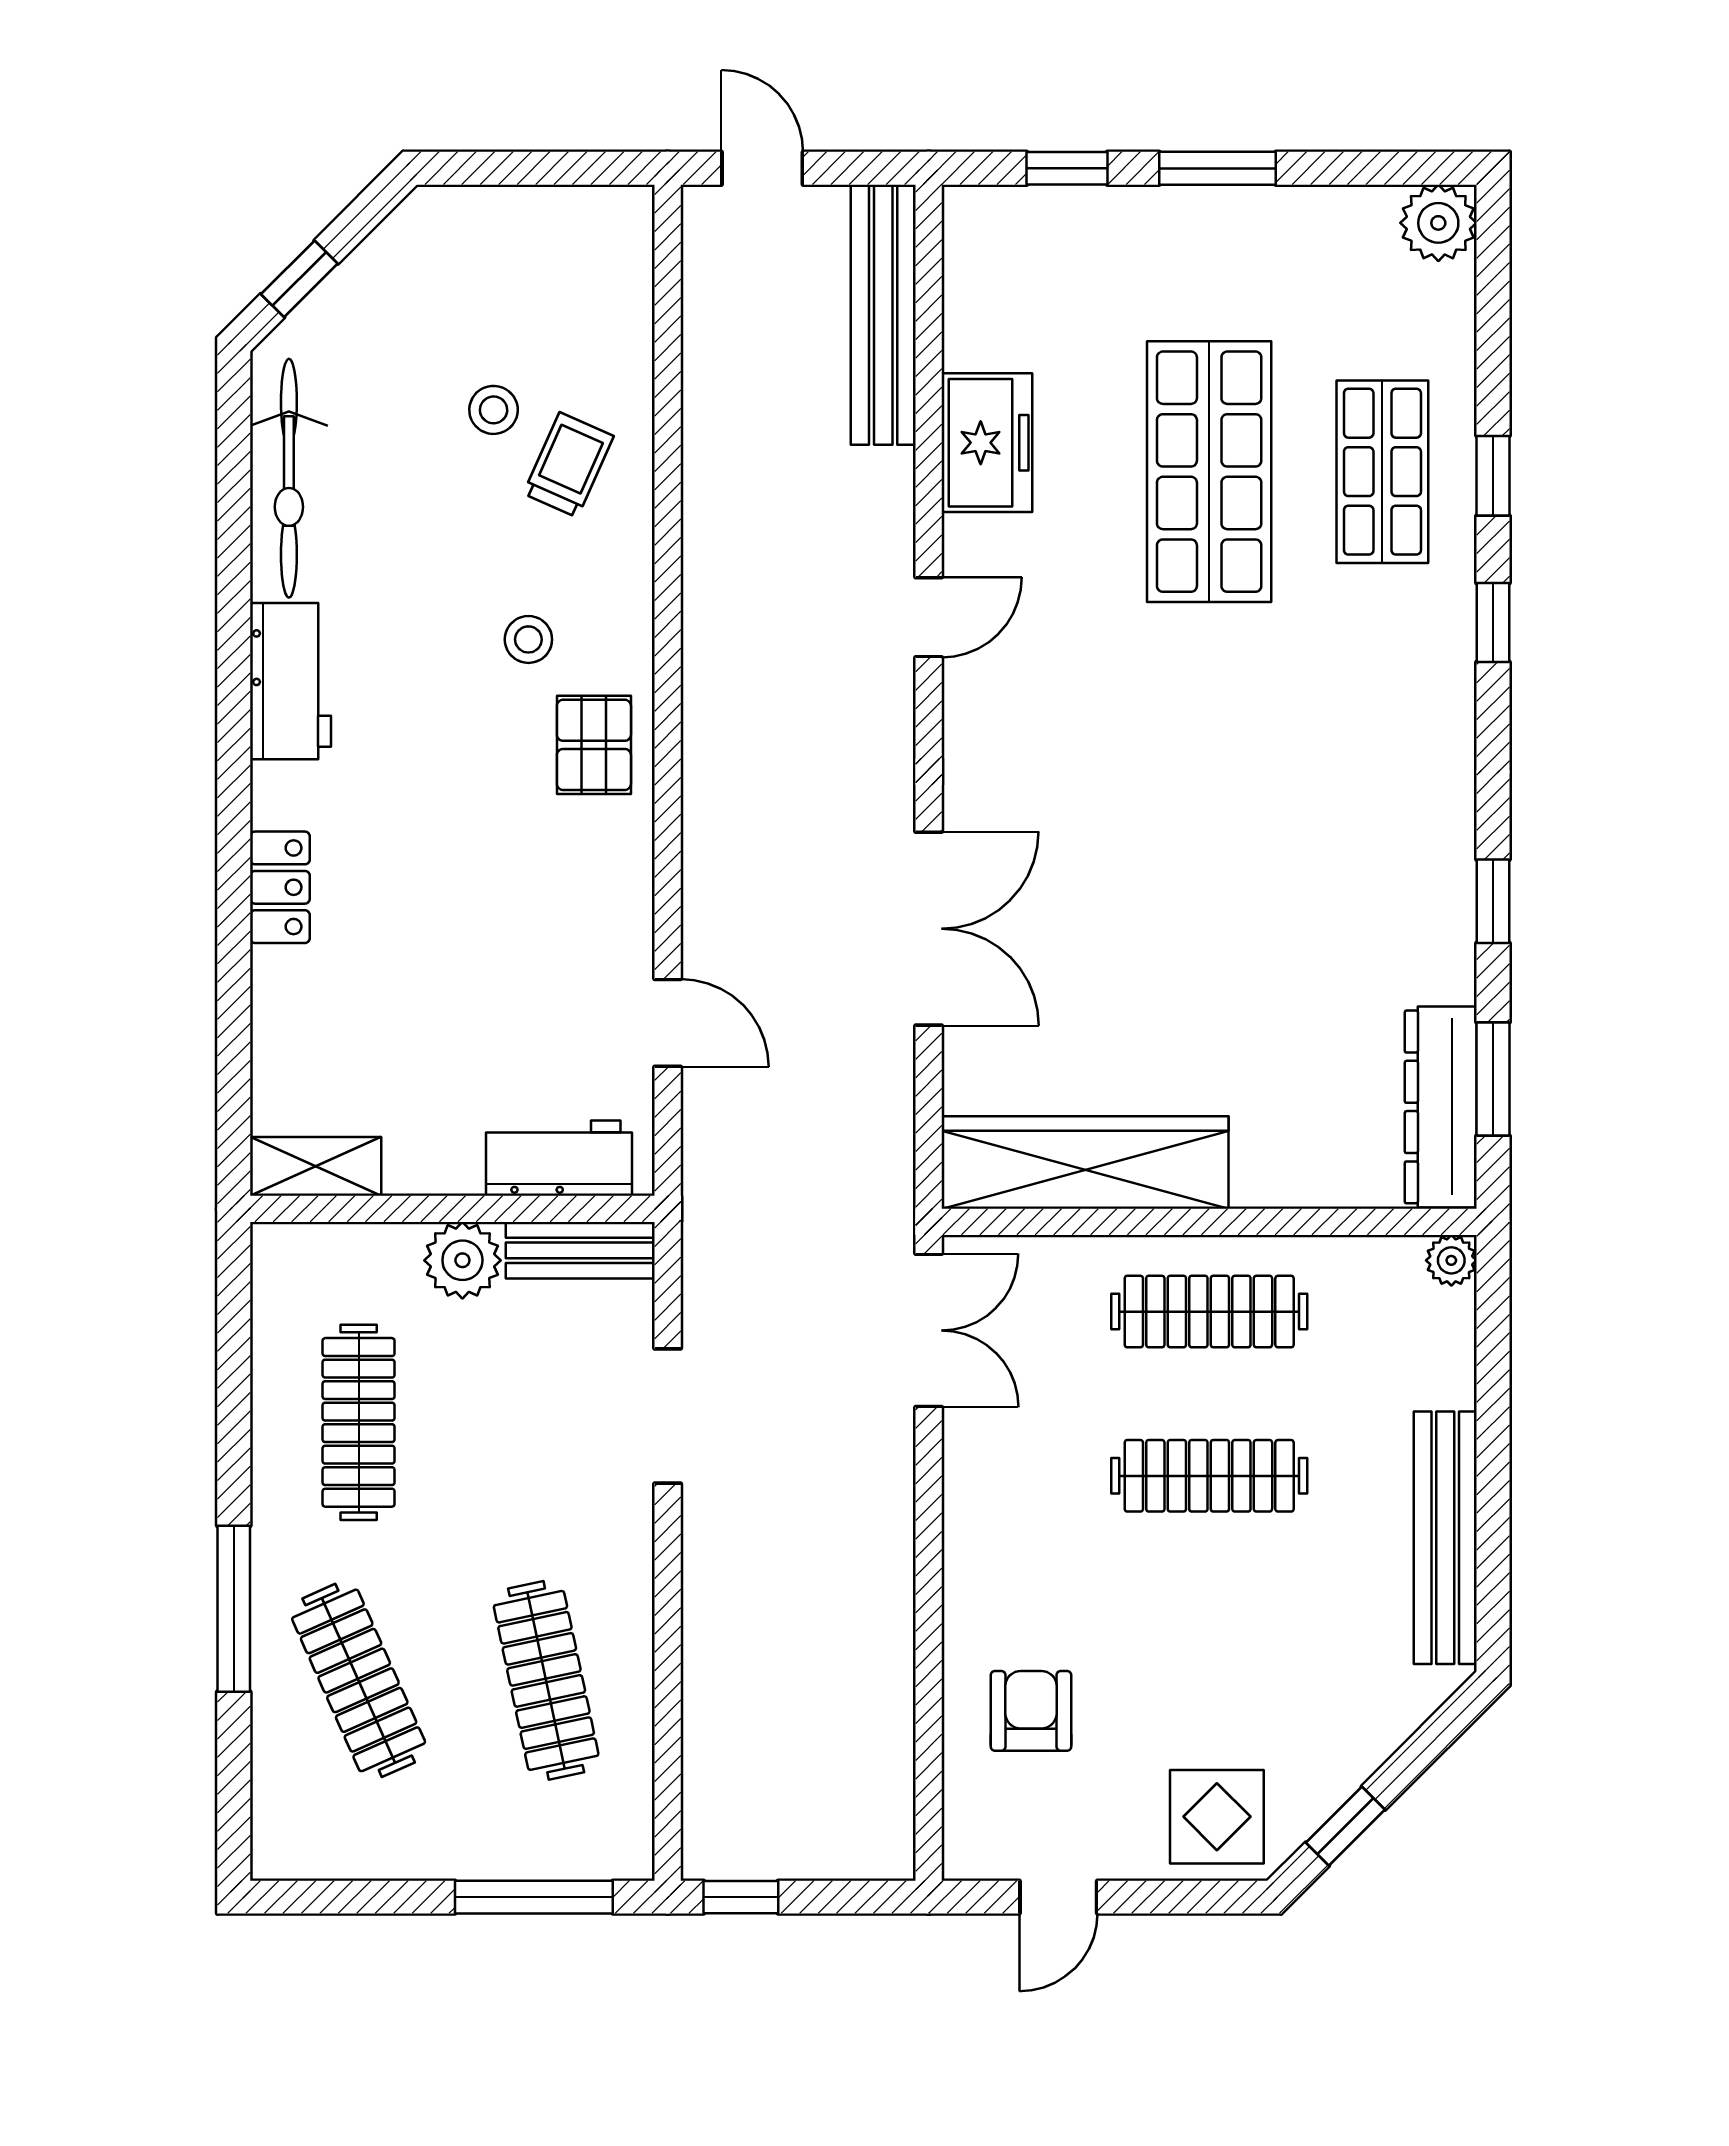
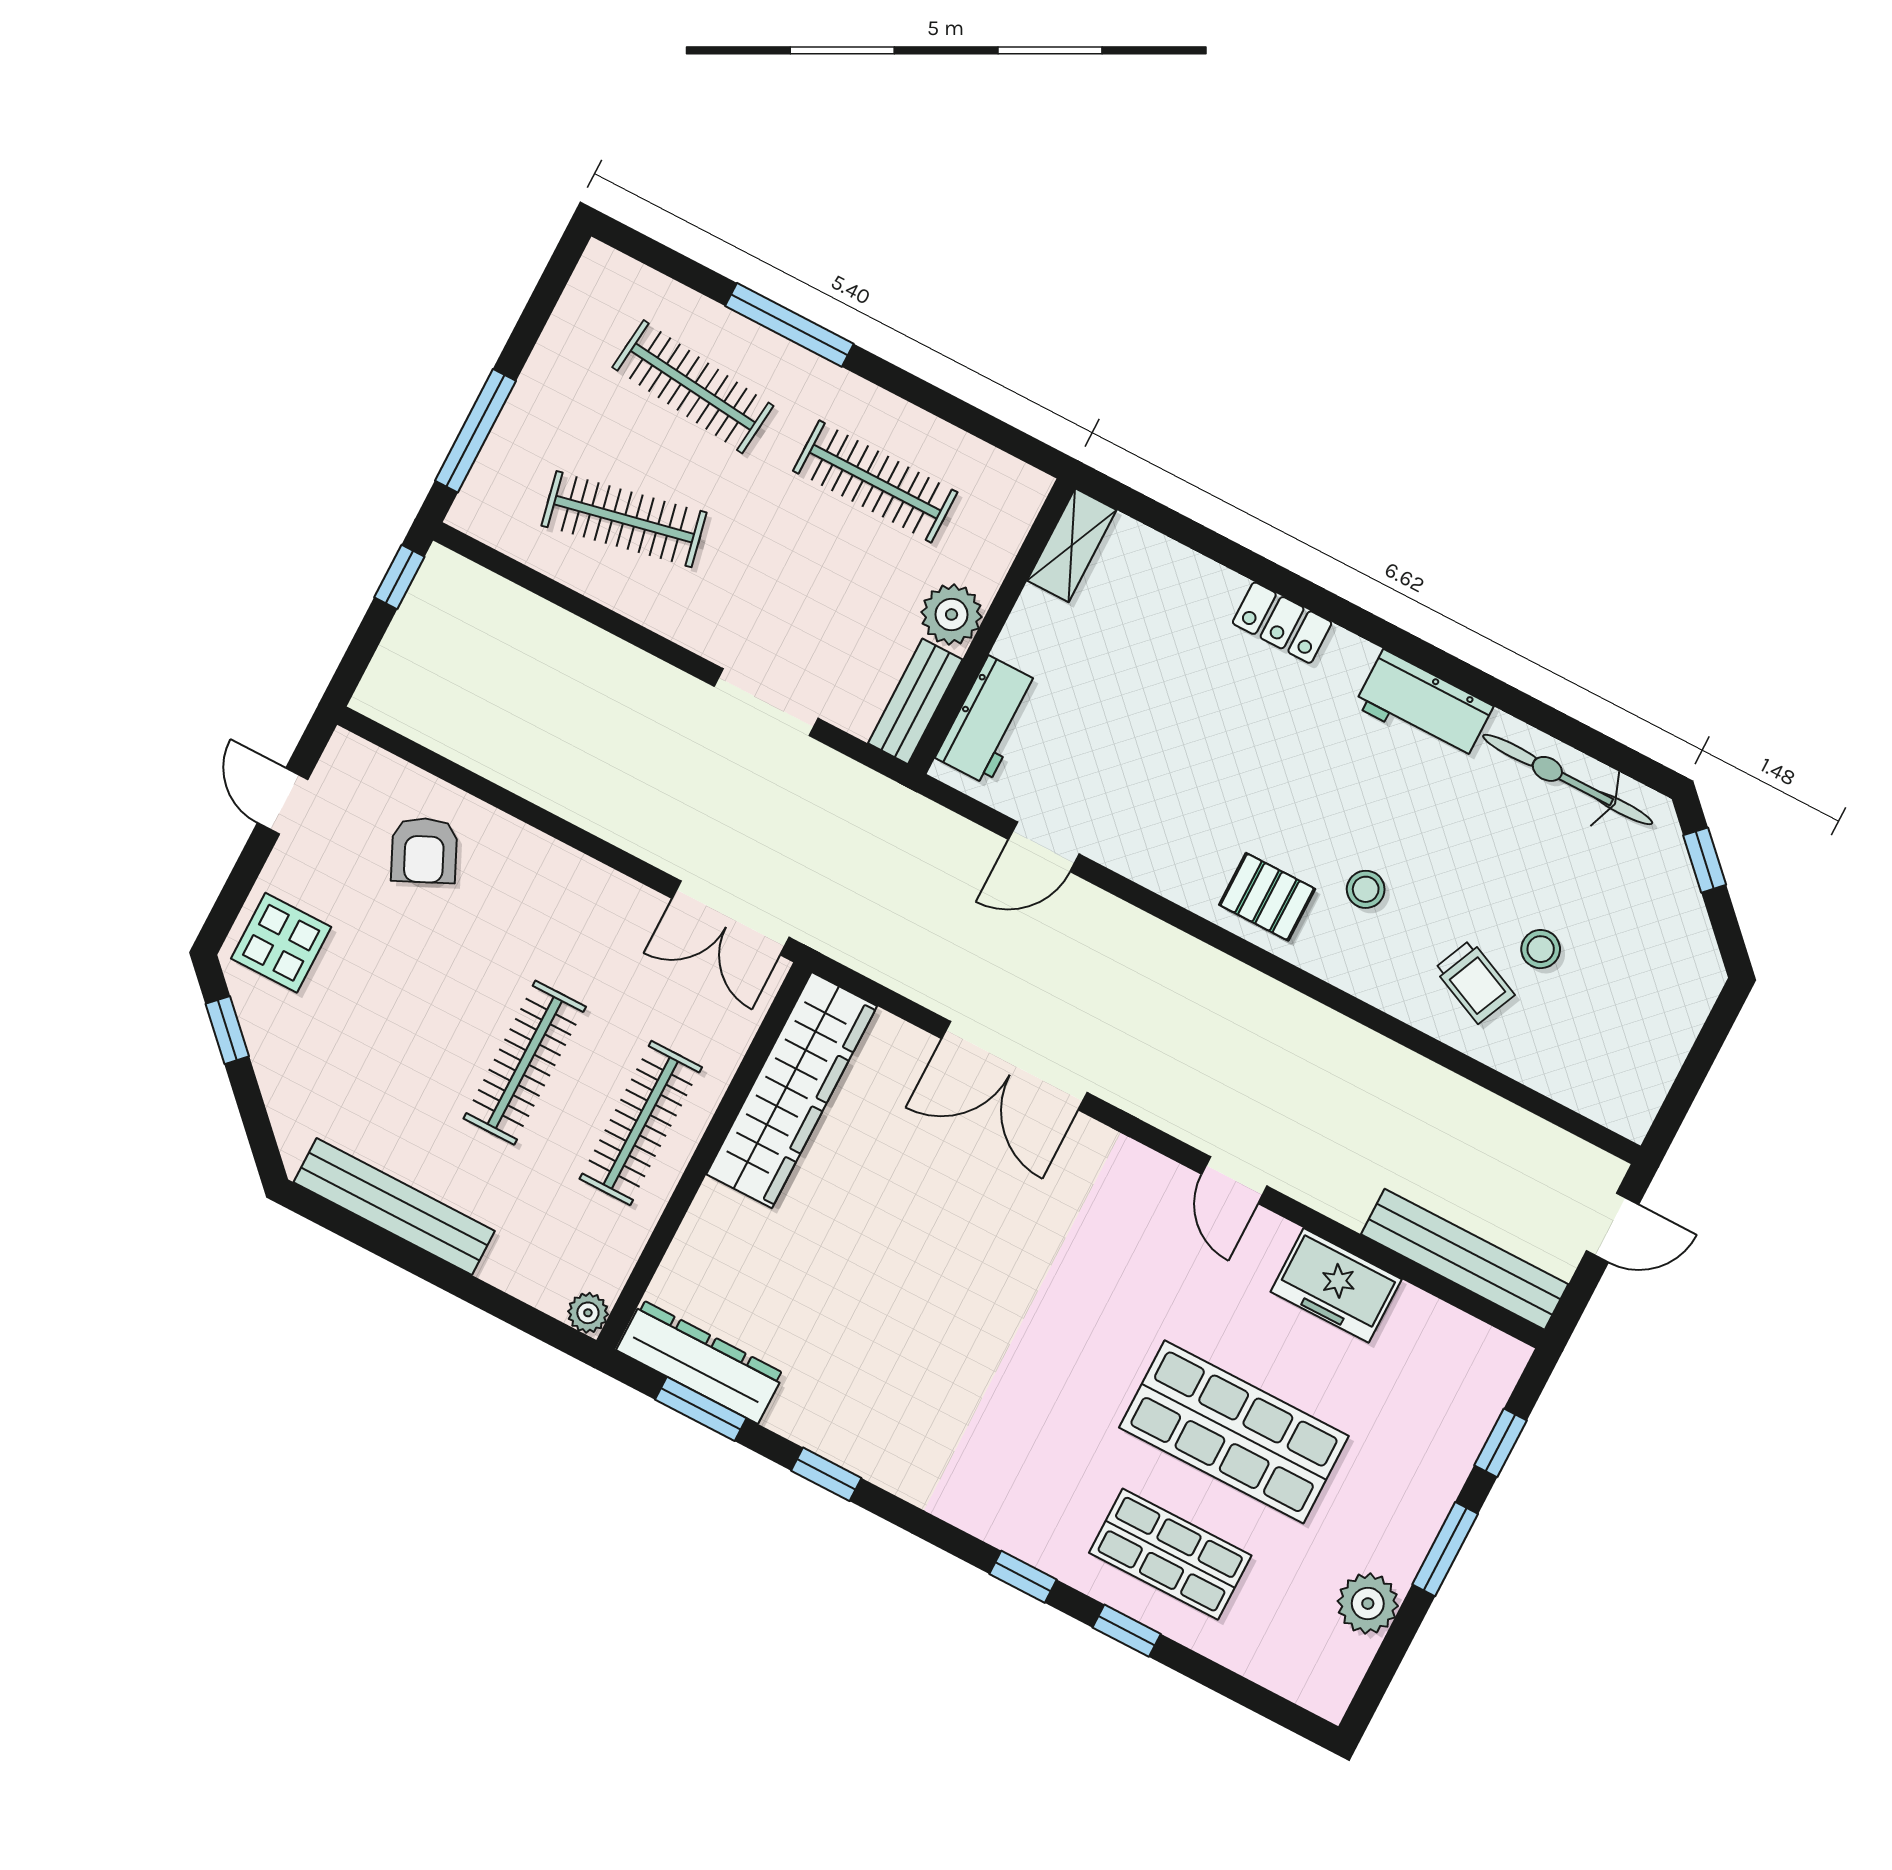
plant: (1438, 223) -> (1368, 1604), moved
clothes rail: (359, 1680) -> (693, 387), turned 30
armchair: (1031, 1711) -> (424, 850), turned 65

